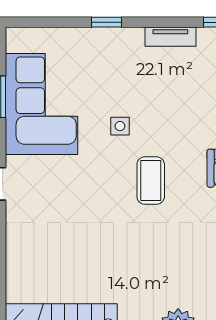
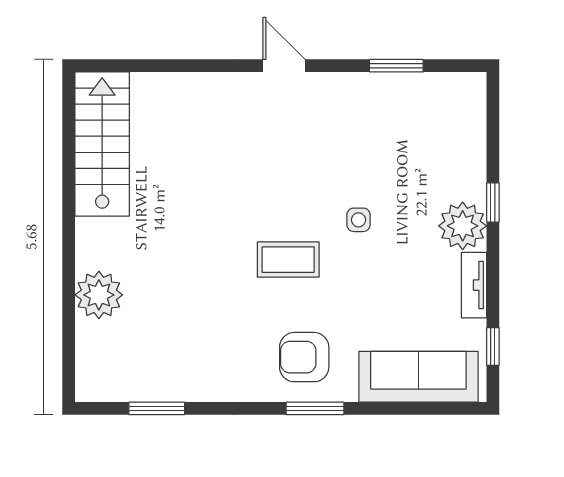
plant: (125, 46) -> (463, 226), added
corner sofa: (41, 104) -> (387, 119), removed

